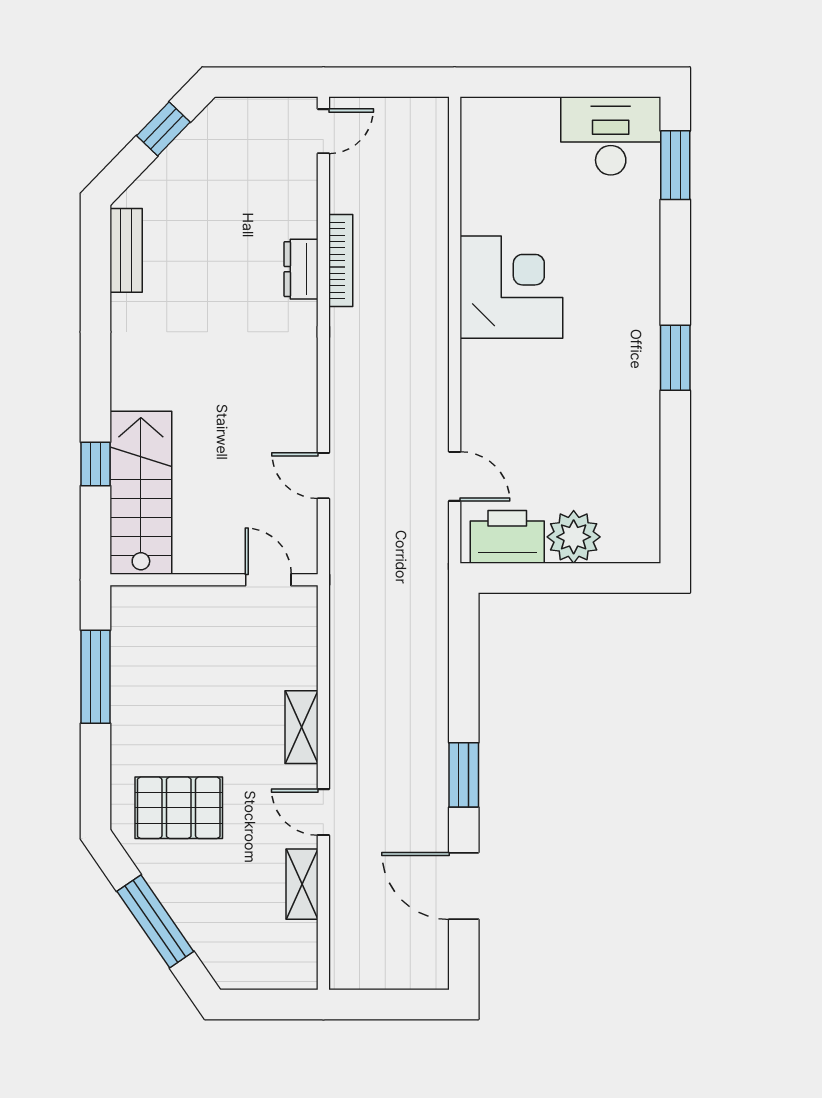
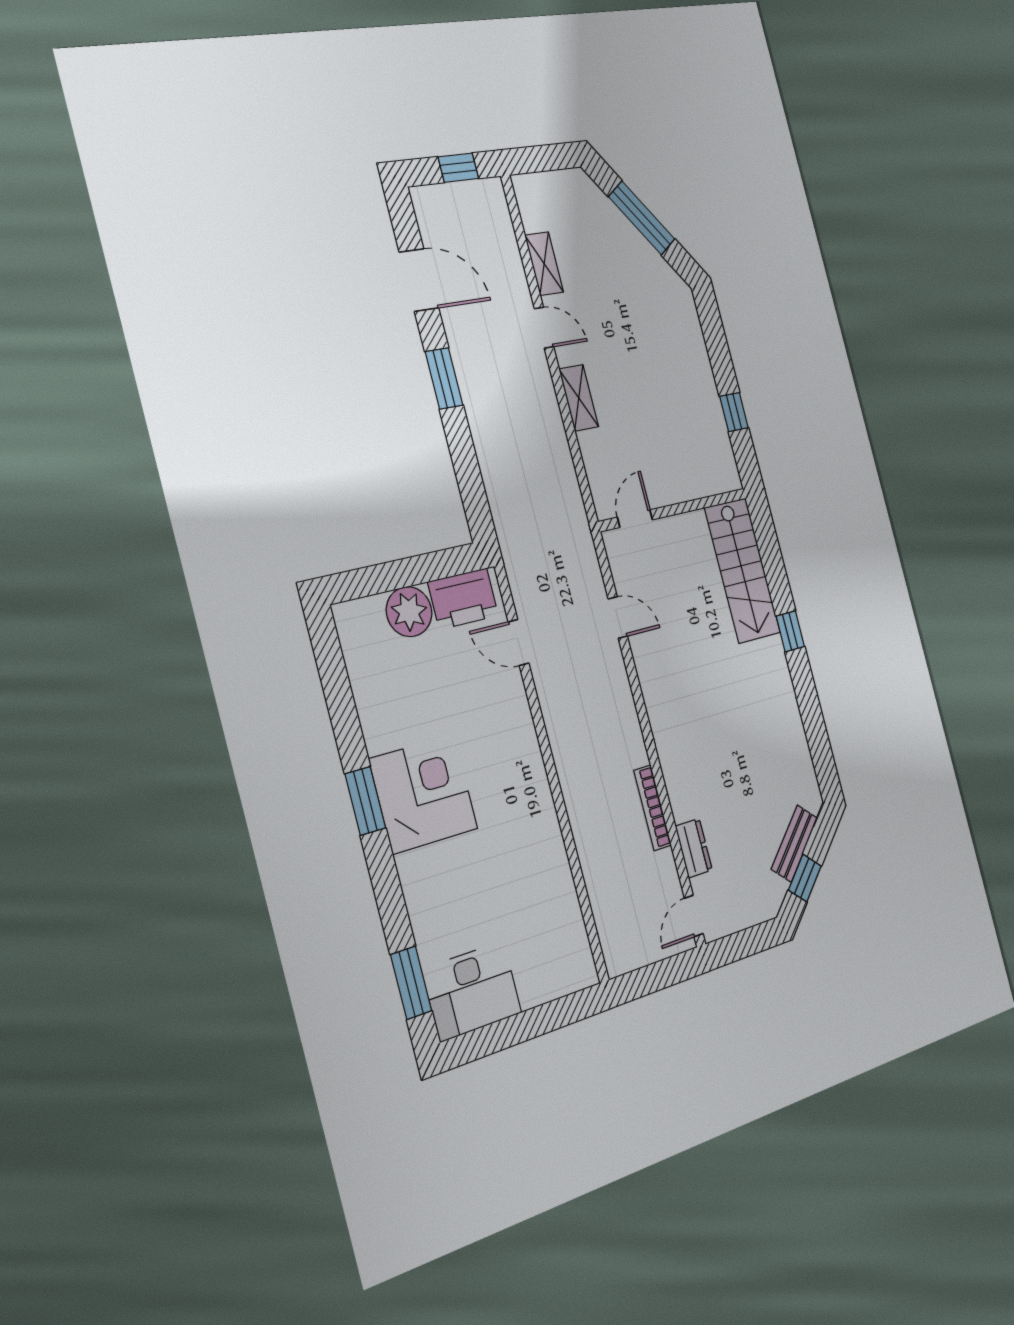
bench: (126, 250) -> (794, 843), moved, turned 44
dresser: (301, 269) -> (694, 848), moved
corner desk: (511, 287) -> (423, 794), moved, turned 180
window: (96, 464) -> (790, 631), moved
door: (268, 580) -> (635, 519), swing flipped
window: (96, 677) -> (734, 412), width x0.46
pallet: (179, 808) -> (649, 314), removed
window: (380, 1005) -> (458, 168), added

